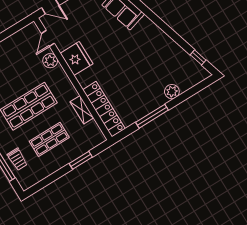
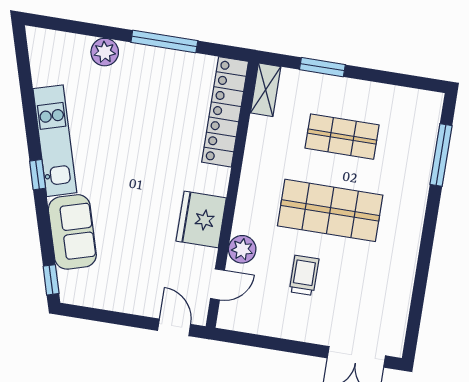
kitchen unit: (161, 40) -> (55, 141), added
window: (198, 57) -> (38, 175), moved
shelving: (82, 110) -> (266, 90), moved
trolley: (17, 159) -> (304, 275), moved

